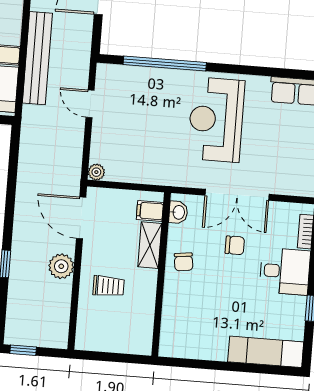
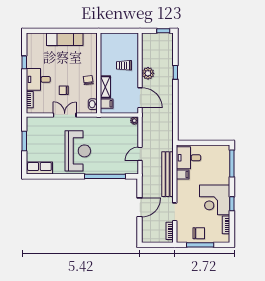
door: (90, 104) -> (140, 154), swing flipped
double door: (237, 195) -> (65, 115), width x0.73
exam couch: (266, 352) -> (65, 39), moved

